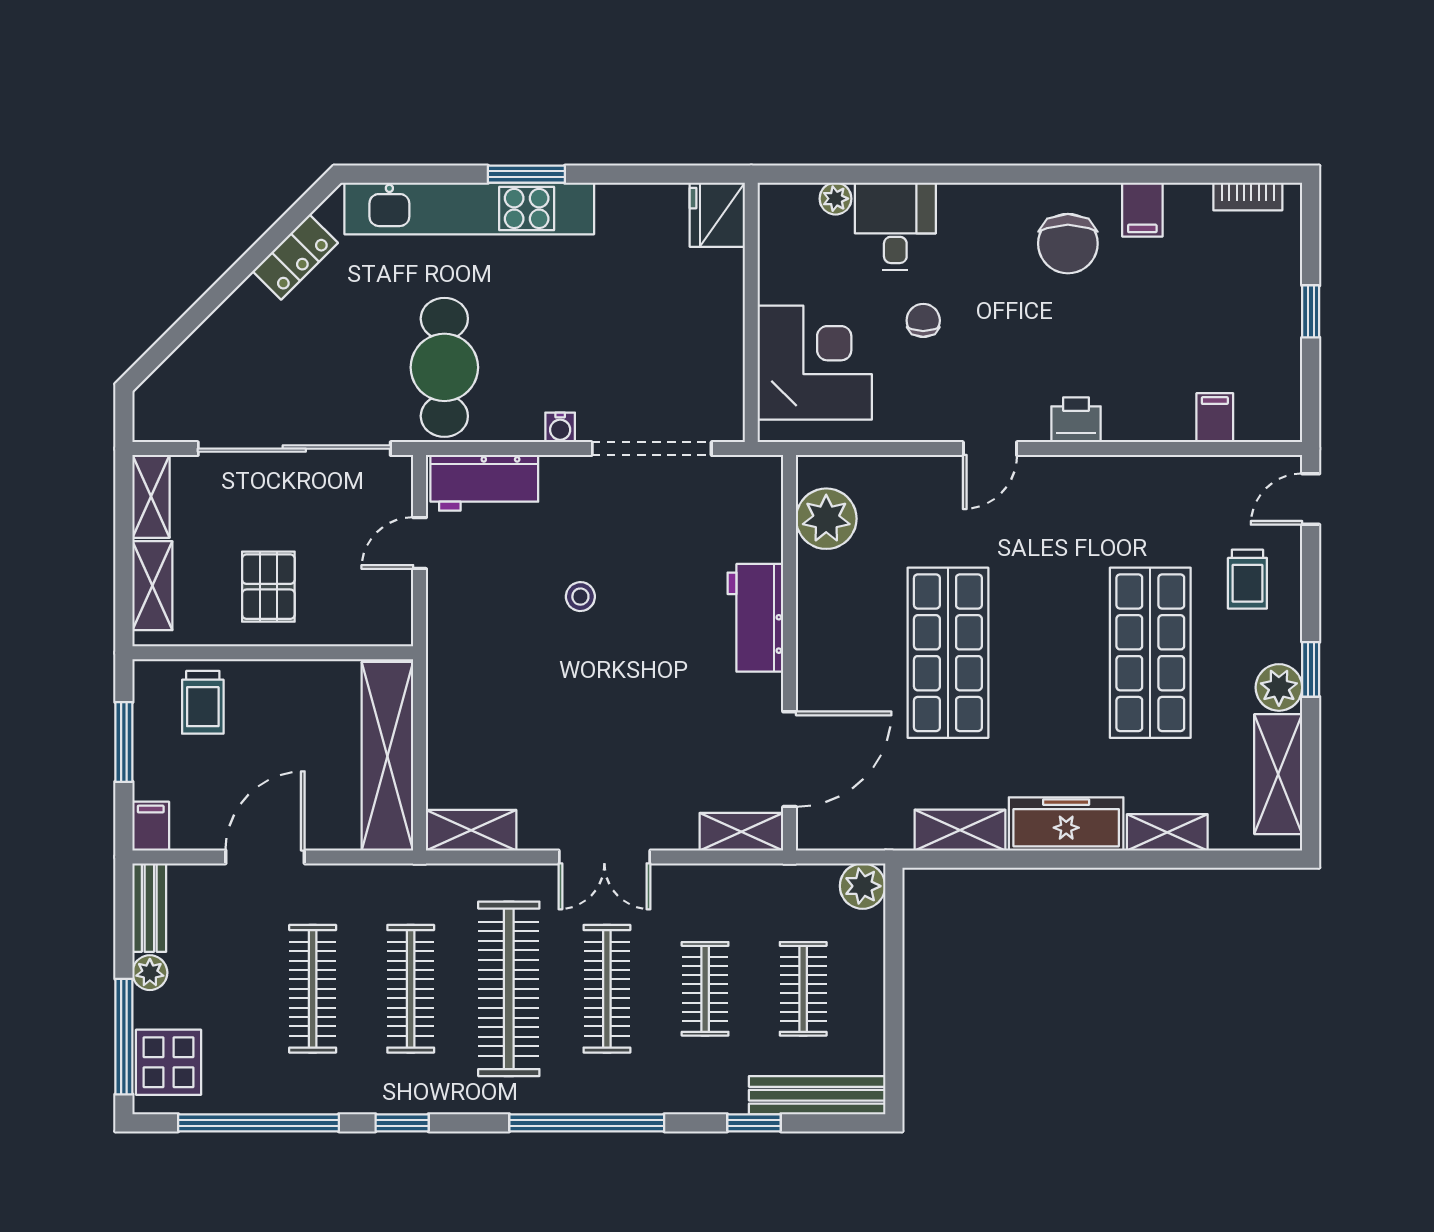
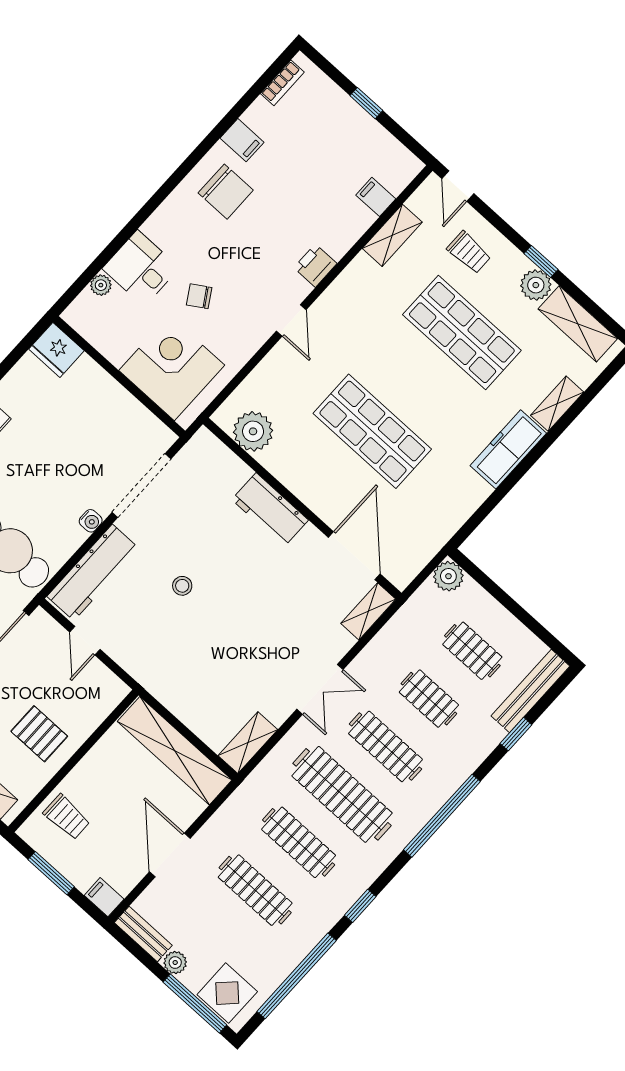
chair: (923, 320) -> (199, 296), turned -32
workbench: (484, 483) -> (93, 573), width x1.38
shelving: (960, 830) -> (392, 235), moved

